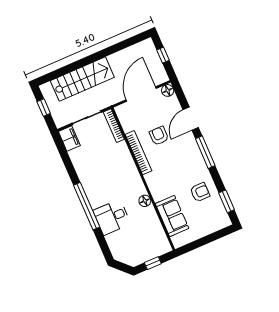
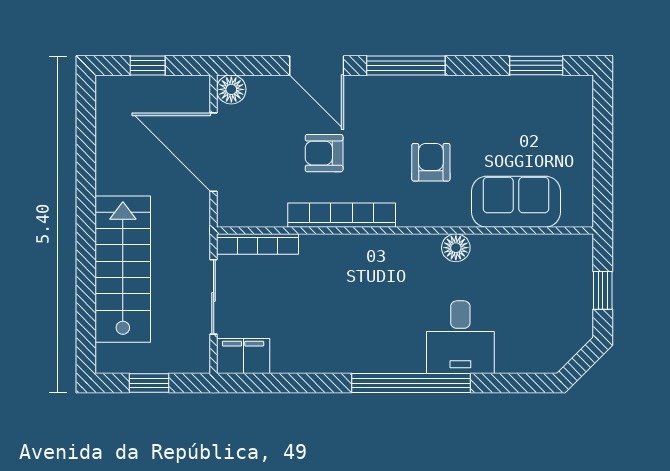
armchair: (200, 192) -> (431, 162), moved

